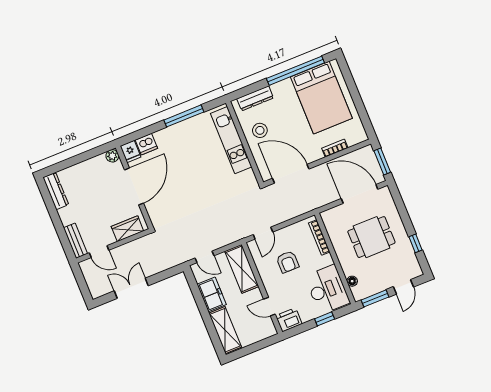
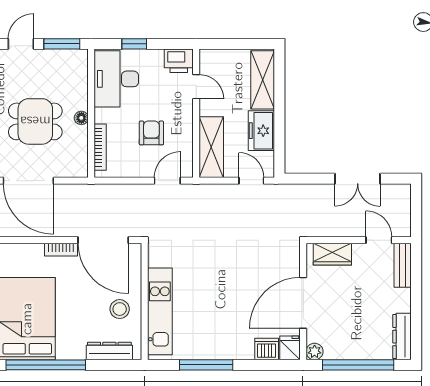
bookcase: (335, 148) -> (61, 250), moved
window: (78, 159) -> (358, 365), added
floor lamp: (352, 281) -> (81, 118), moved

